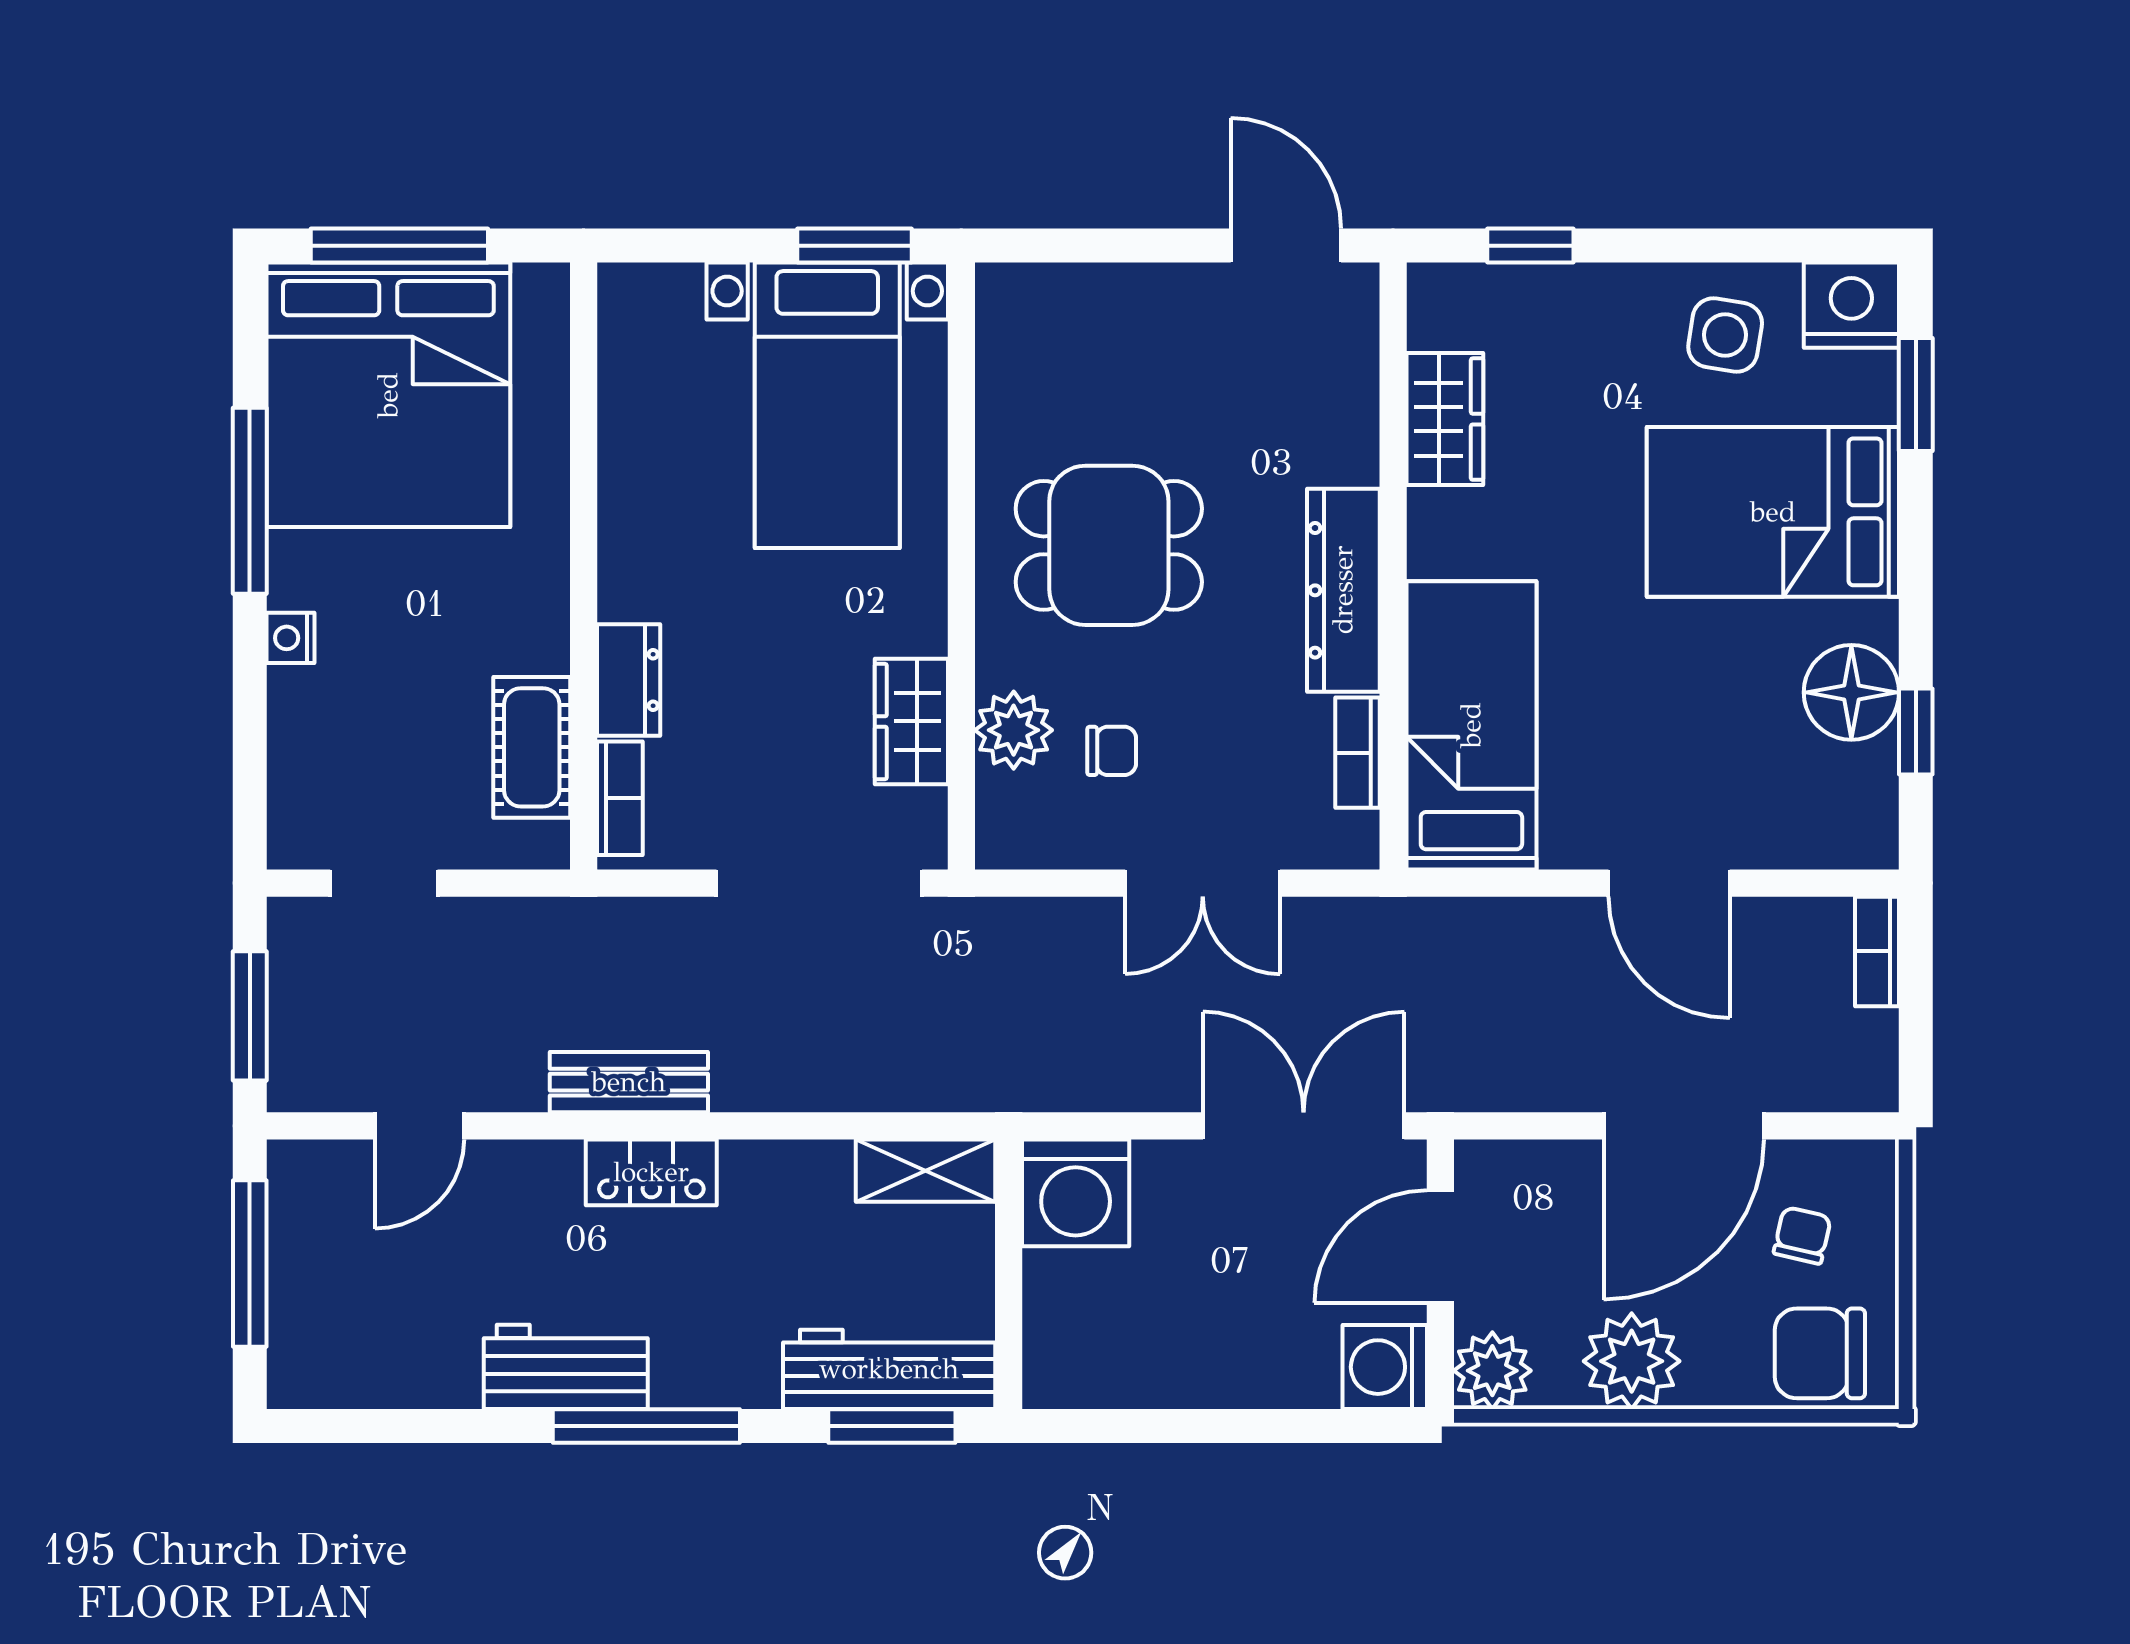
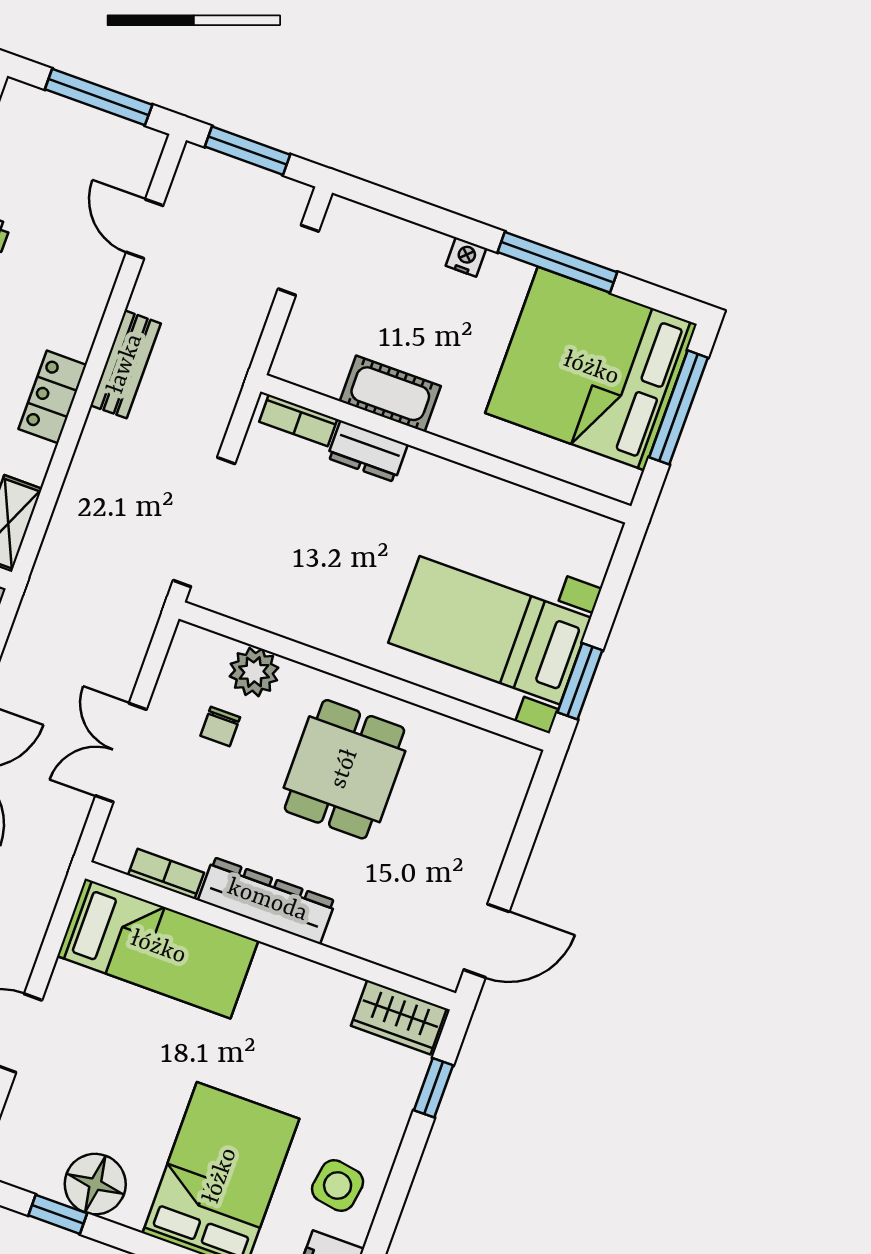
wardrobe: (1445, 419) -> (399, 1017), moved
wardrobe: (911, 721) -> (281, 612), removed
cot: (532, 747) -> (390, 394), moved
locker: (651, 1172) -> (53, 397), moved

